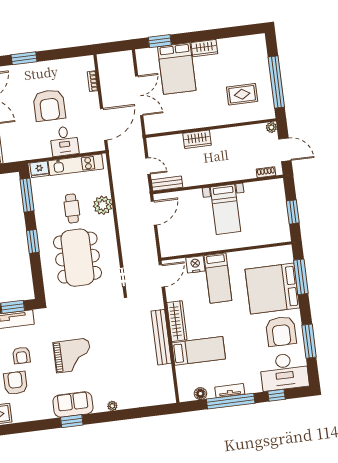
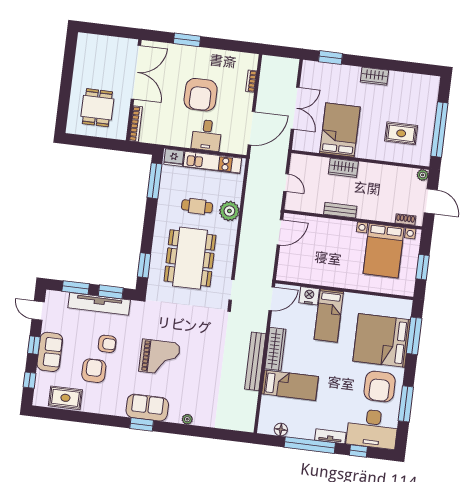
bed: (177, 69) -> (340, 130), moved, turned 180
bench: (167, 183) -> (340, 210), moved
cafe table: (72, 208) -> (197, 206), turned 90
bed with nightstands: (226, 209) -> (384, 251), moved, width x1.36
window: (33, 241) -> (144, 265), moved
armchair: (21, 355) -> (107, 344), turned -90
tv unit: (230, 391) -> (330, 436), moved

